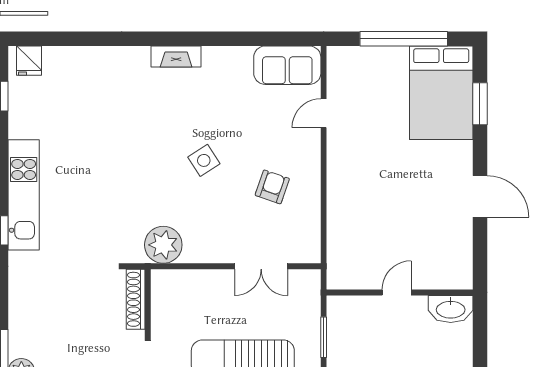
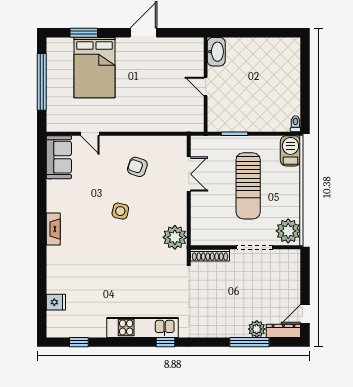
fridge: (29, 61) -> (56, 302), moved
bed: (441, 93) -> (94, 68), moved, turned 90
side table: (204, 160) -> (120, 211), turned 45

